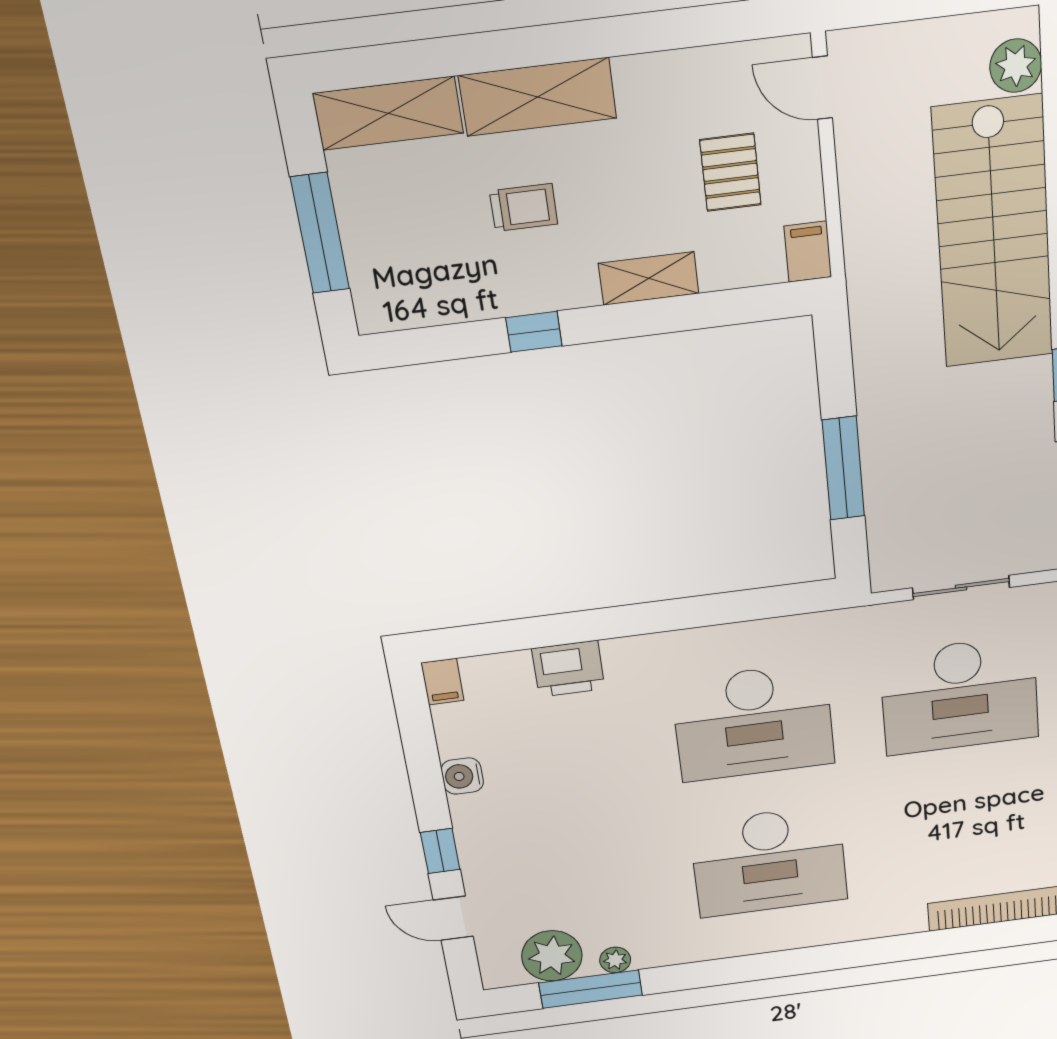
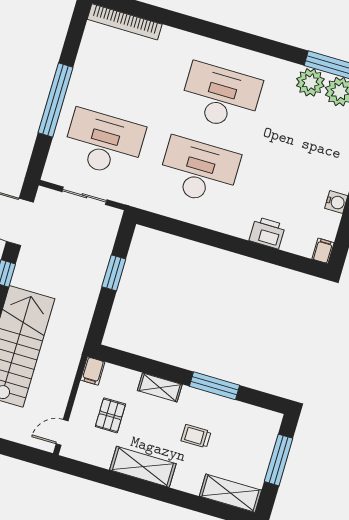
door: (822, 88) -> (62, 432), swing flipped
shelving: (538, 97) -> (143, 467), moved
window: (534, 332) -> (214, 386), width x2.17
window: (843, 468) -> (114, 273), width x0.69
plant: (615, 960) -> (310, 82), width x1.87, depth x1.87

